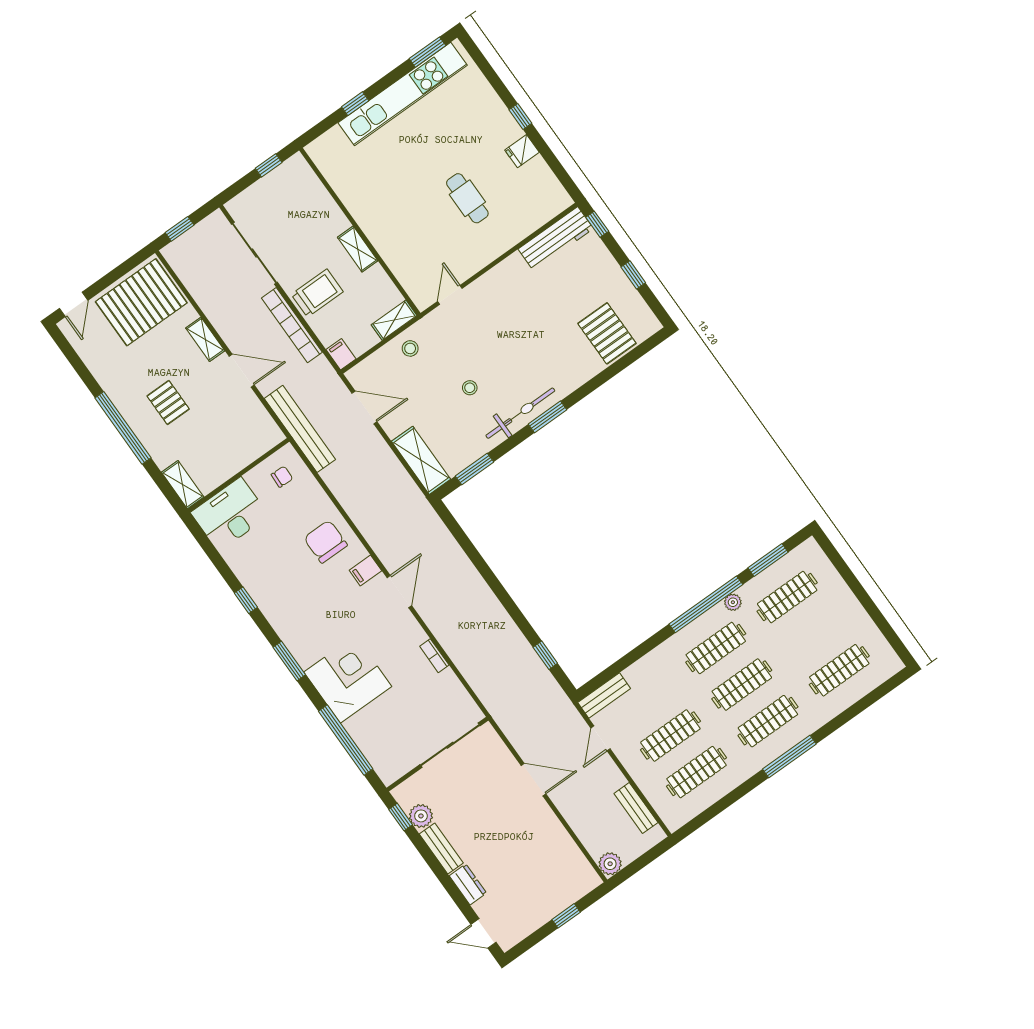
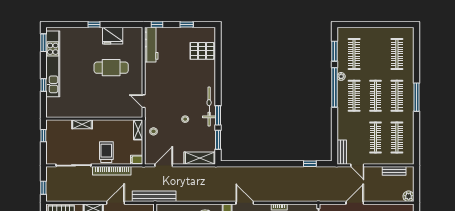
fridge: (522, 151) -> (113, 36), width x1.88, depth x1.34
cafe table: (467, 198) -> (111, 68), width x1.37, depth x1.35
shelving: (358, 249) -> (82, 124), moved
window: (548, 417) -> (218, 115), moved

